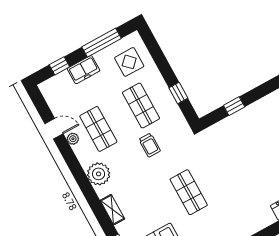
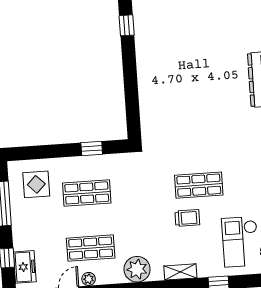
freezer: (84, 70) -> (25, 267), moved
window: (234, 106) -> (132, 97), removed
trolley: (150, 145) -> (187, 218), moved

